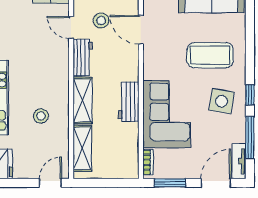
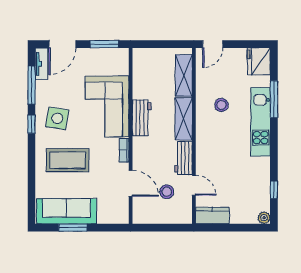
bookcase: (148, 162) -> (124, 150), moved

